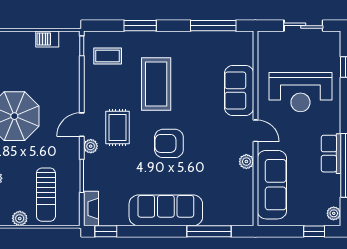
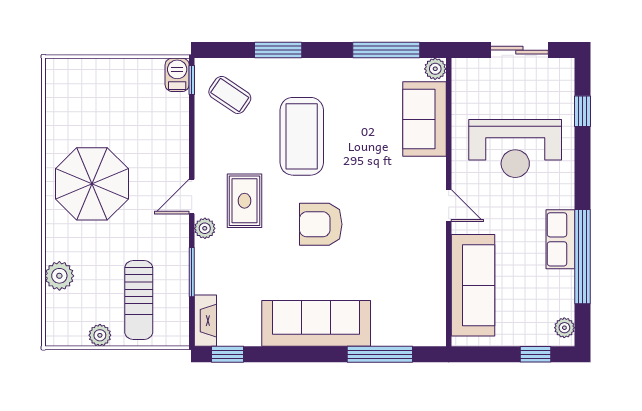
barbecue: (47, 39) -> (177, 75), moved, turned 90
coffee table: (108, 56) -> (230, 95), turned 34
sofa: (239, 90) -> (424, 119), moved
plant: (246, 162) -> (435, 69), moved

